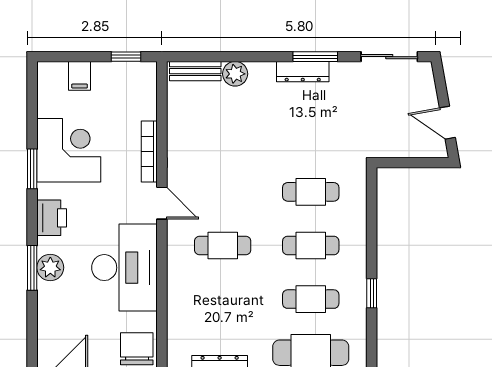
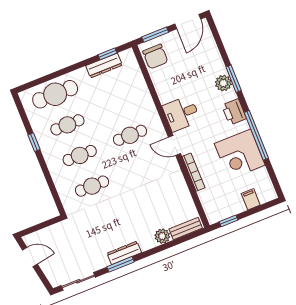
window: (32, 169) -> (256, 135), width x2.11
desk: (124, 268) -> (181, 113), width x0.53, depth x0.77

